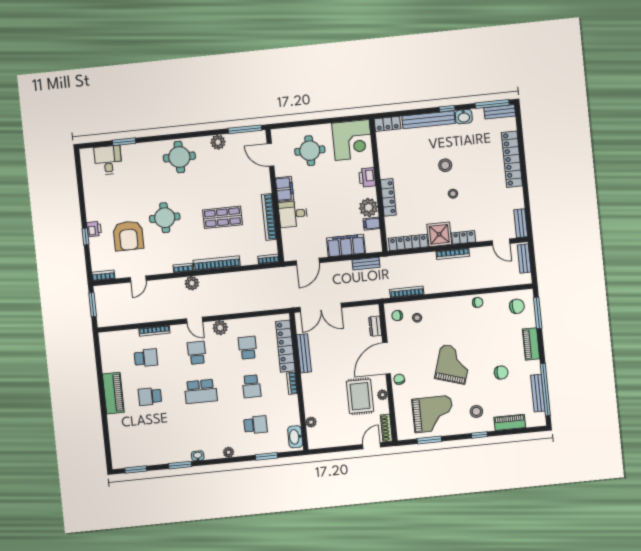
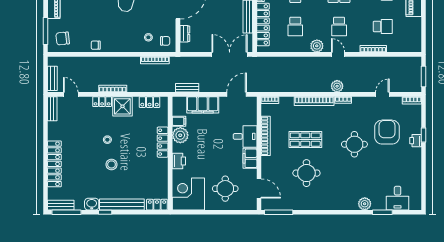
plant: (218, 142) -> (365, 204), moved
round table: (179, 157) -> (306, 173), moved
locker: (408, 242) -> (150, 102), width x0.66
school desk: (146, 358) -> (383, 26), turned 180

